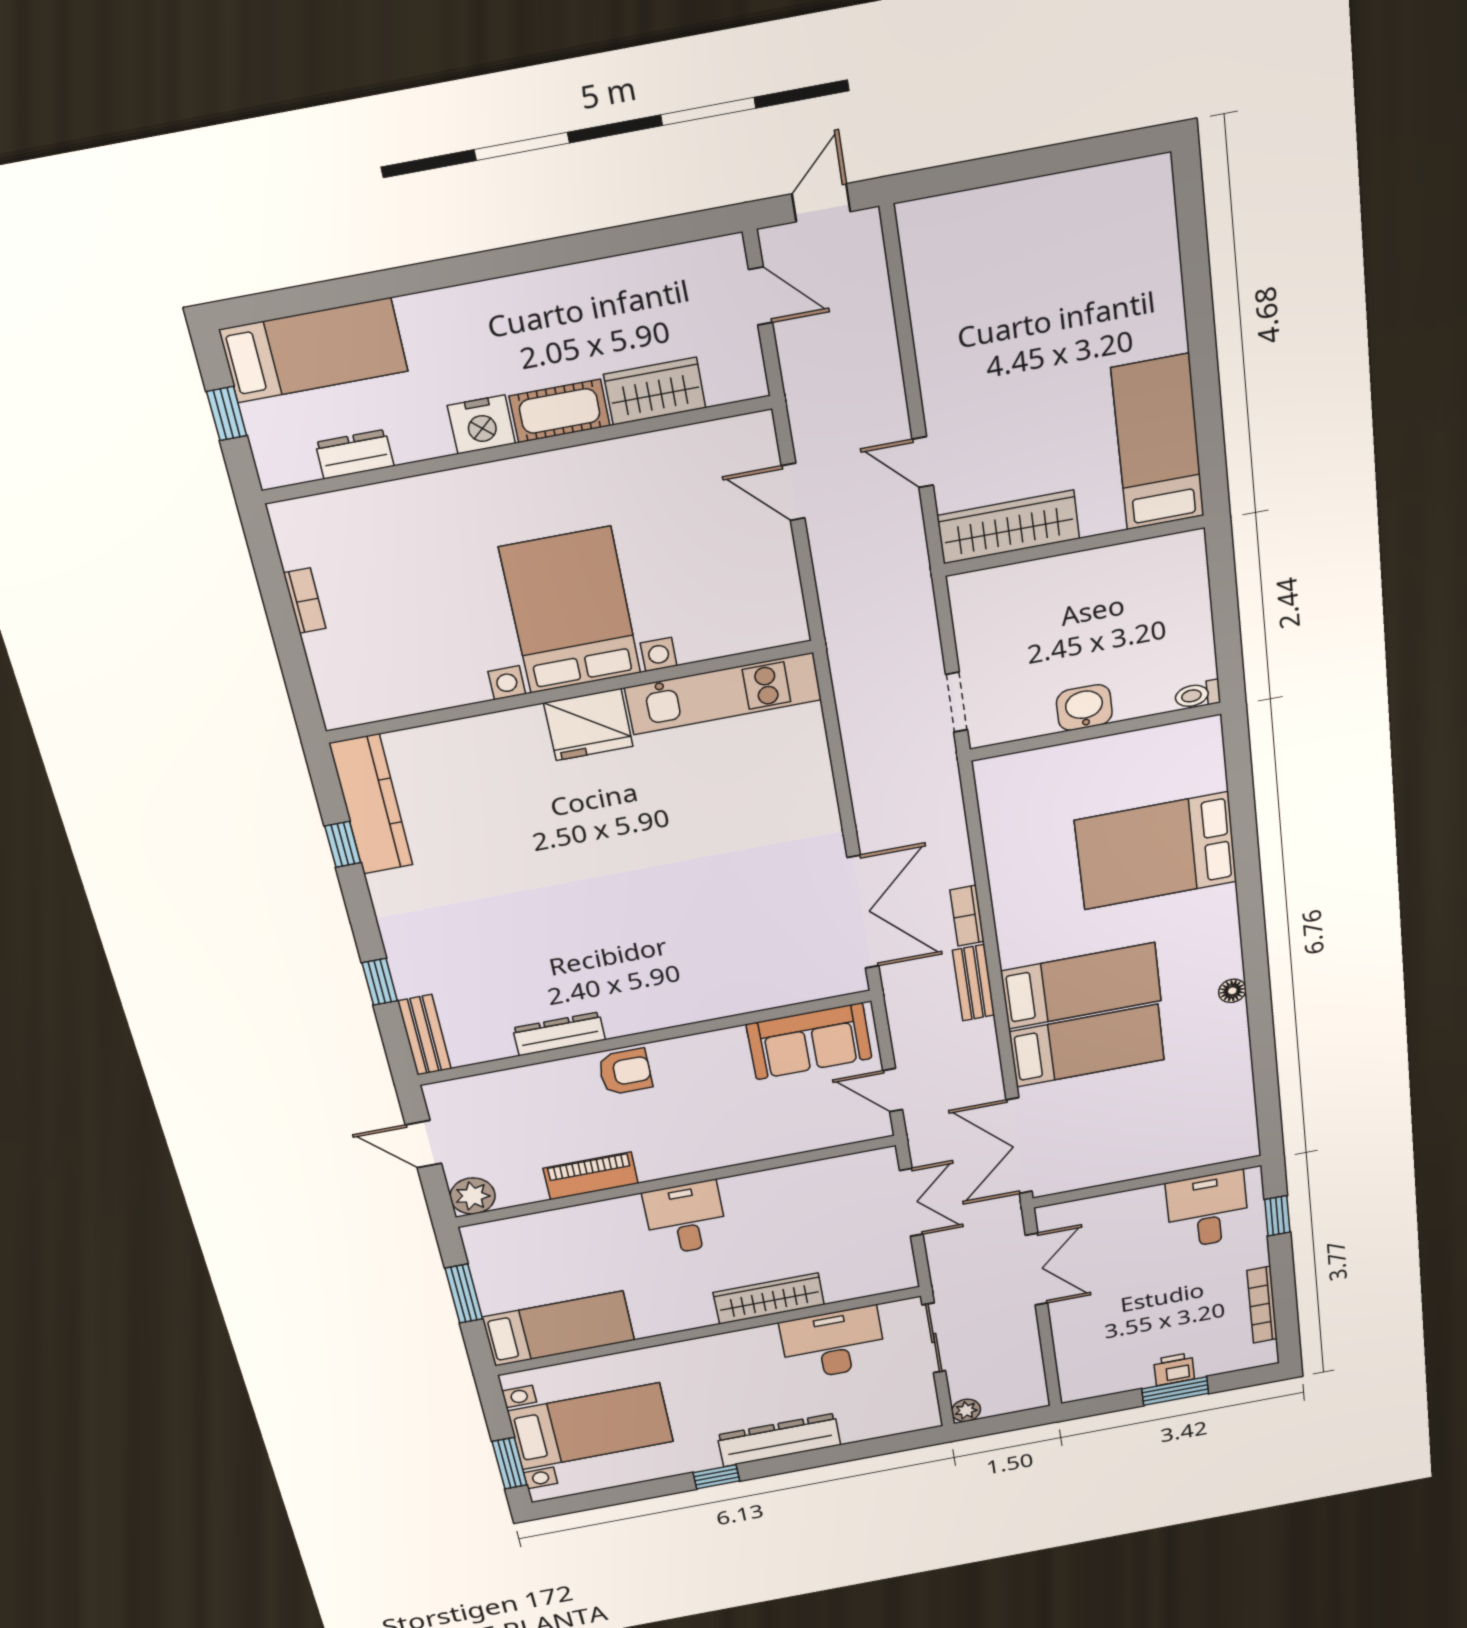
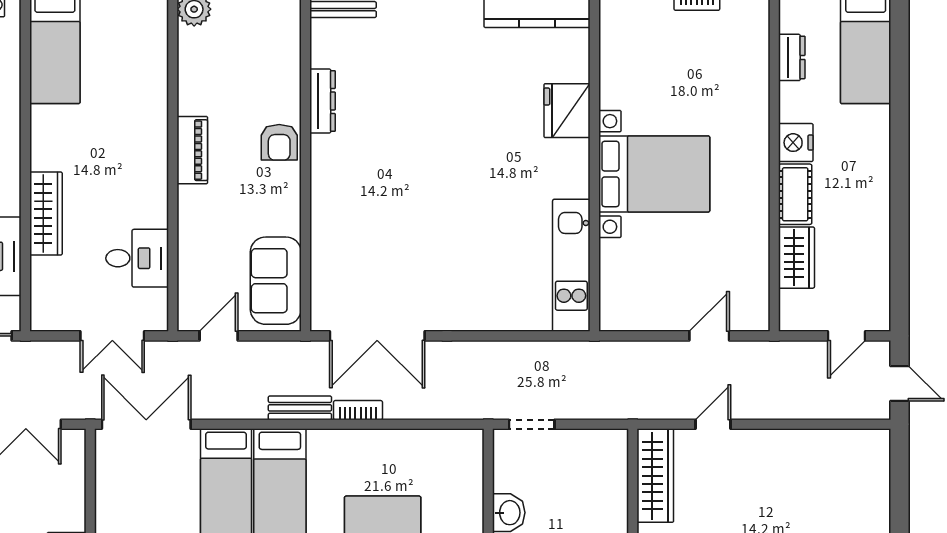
fridge: (588, 725) -> (567, 111), moved
piano: (591, 1176) -> (192, 150), moved
desk: (685, 1218) -> (137, 258), moved

